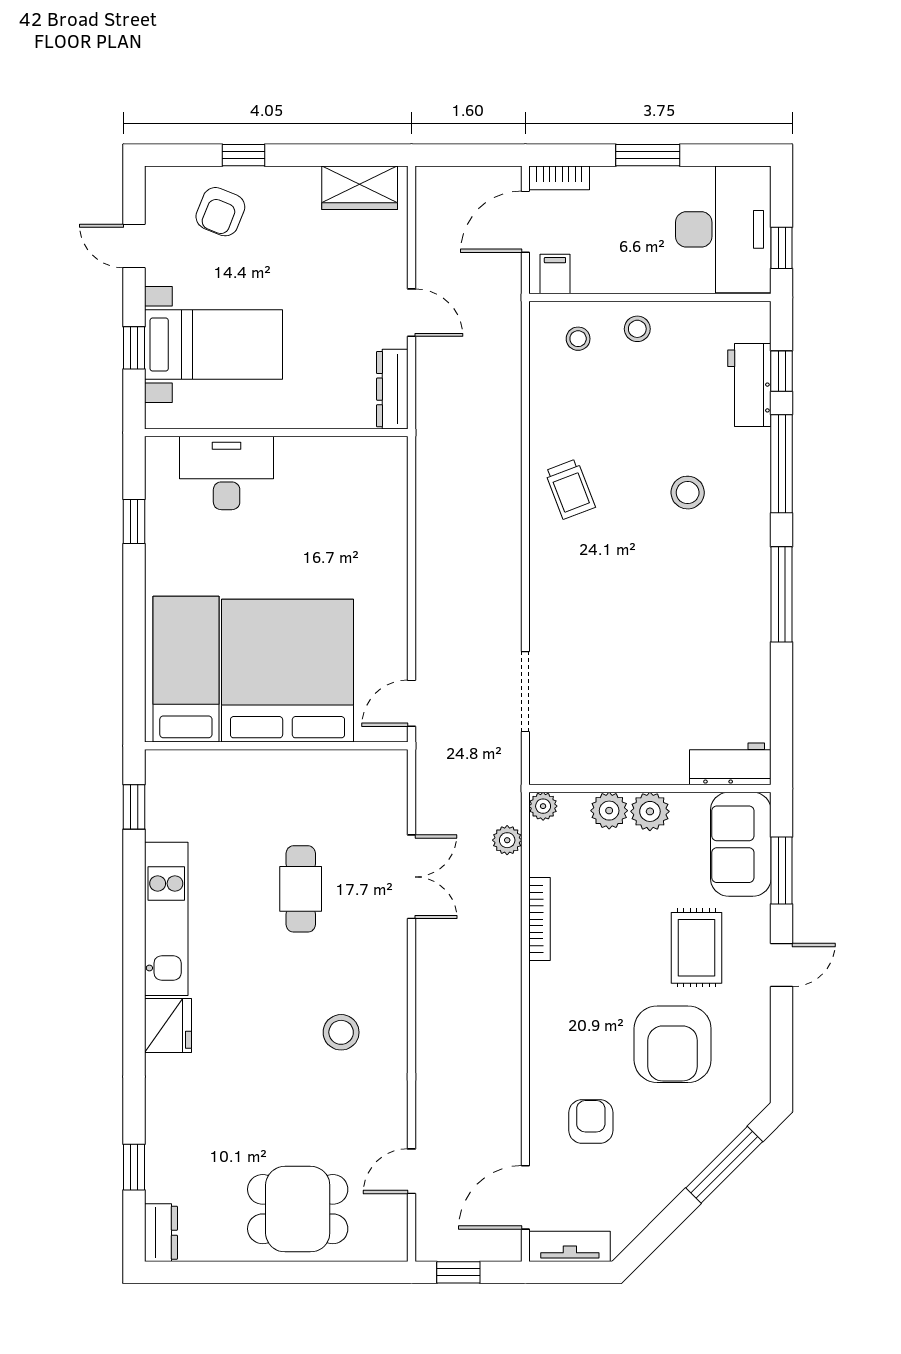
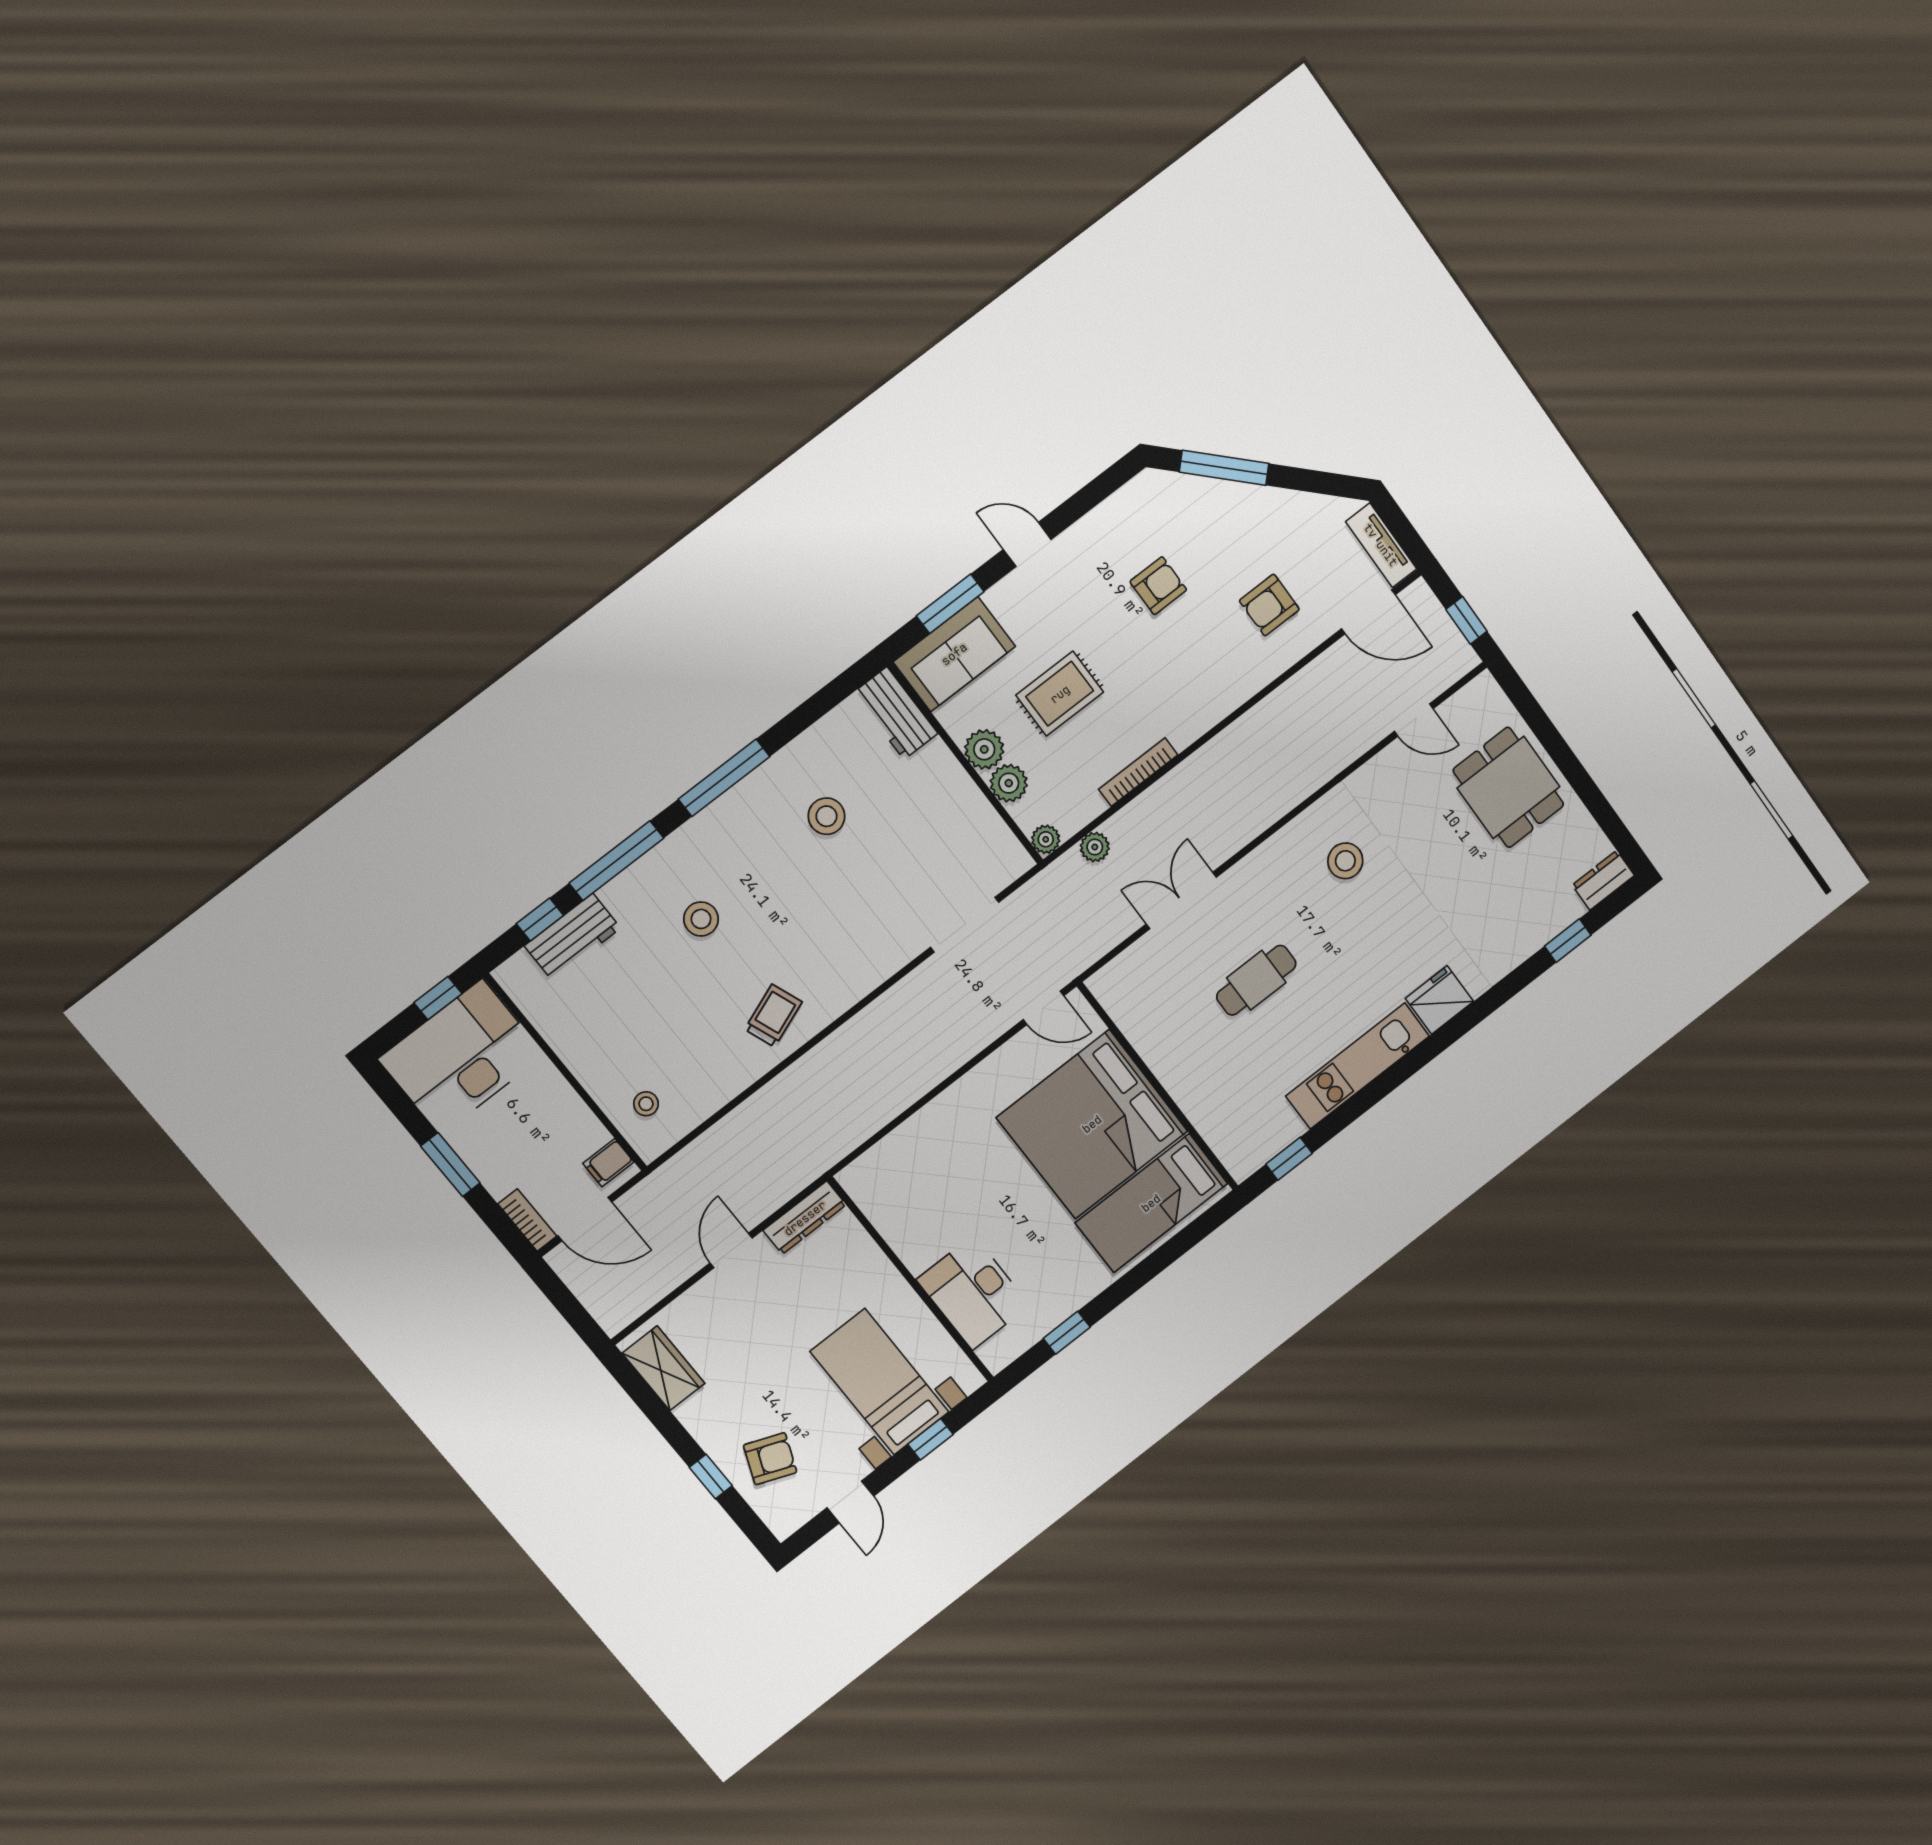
stool: (637, 329) -> (827, 816), moved, width x1.37, depth x1.37
rug: (697, 948) -> (1060, 694), moved
armchair: (673, 1044) -> (1158, 586), width x0.53, depth x0.53

